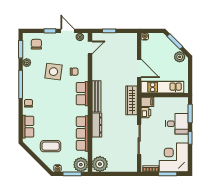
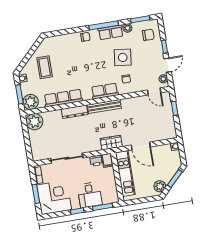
door: (139, 68) -> (141, 146), hinge flipped
wardrobe: (131, 100) -> (111, 143), width x0.67
row of seats: (28, 127) -> (111, 32), moved

